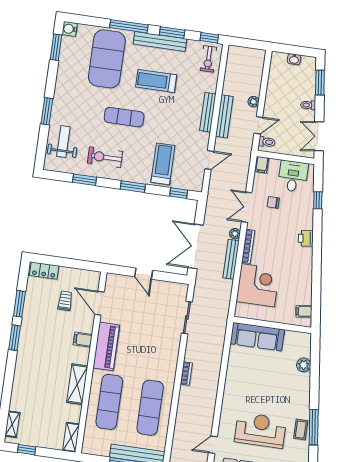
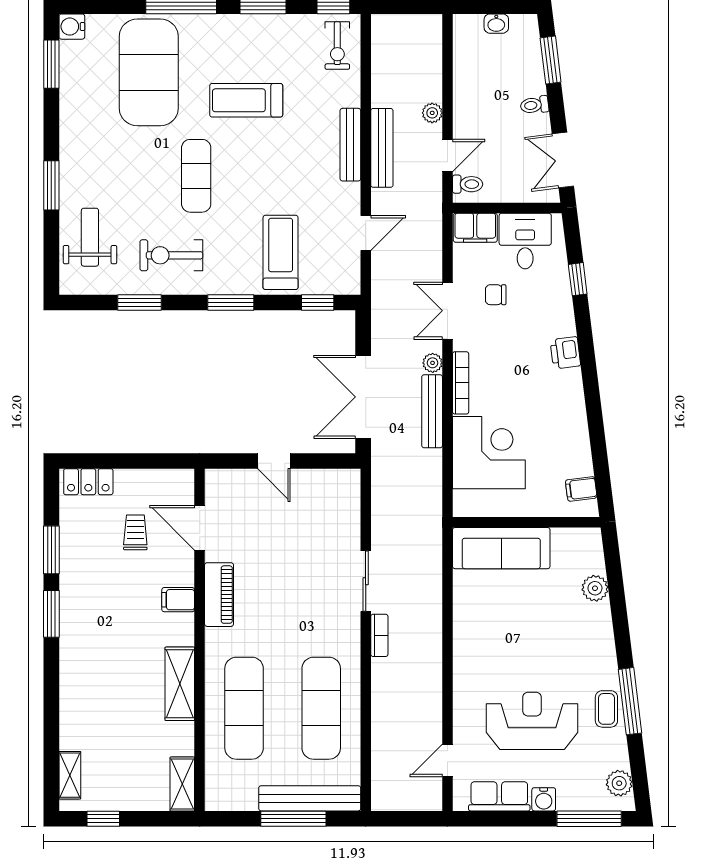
bench: (160, 41) -> (243, 26), removed
exercise mat: (124, 117) -> (196, 176), turned 90
filing cabinet: (262, 165) -> (475, 228), width x2.00
sliding door: (187, 317) -> (366, 581), moved
piano: (106, 346) -> (219, 595), width x0.73, depth x0.75

